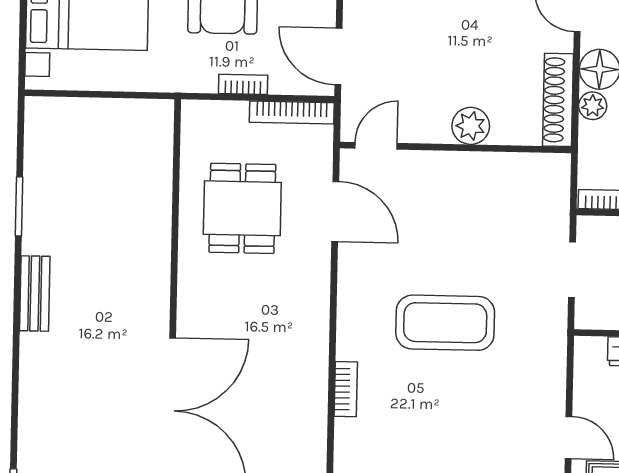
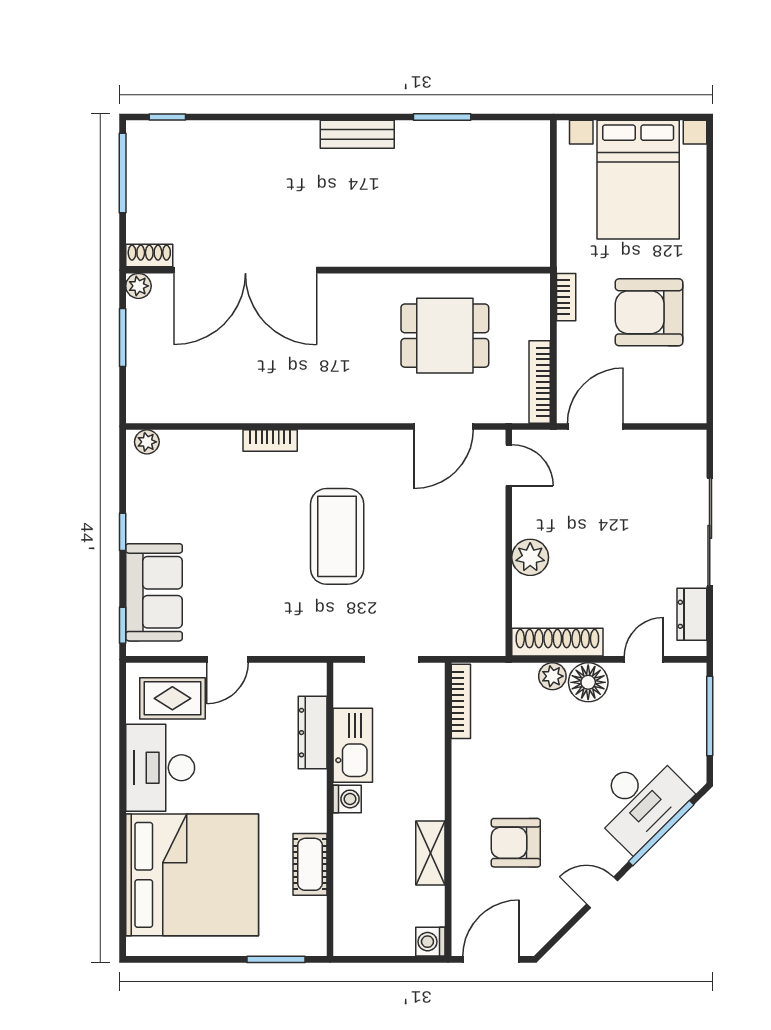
bookcase: (243, 84) -> (566, 297), moved

